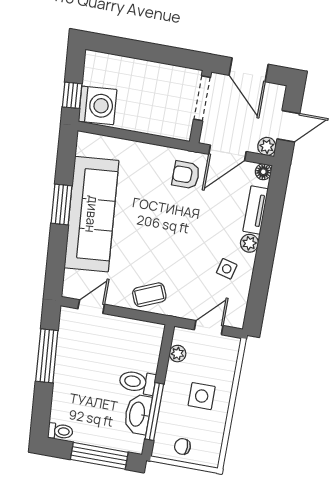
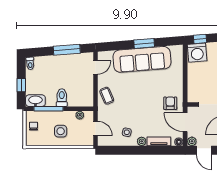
door: (91, 307) -> (96, 68), hinge flipped
washbasin: (138, 414) -> (35, 101), moved
window: (99, 456) -> (21, 85), width x0.46

